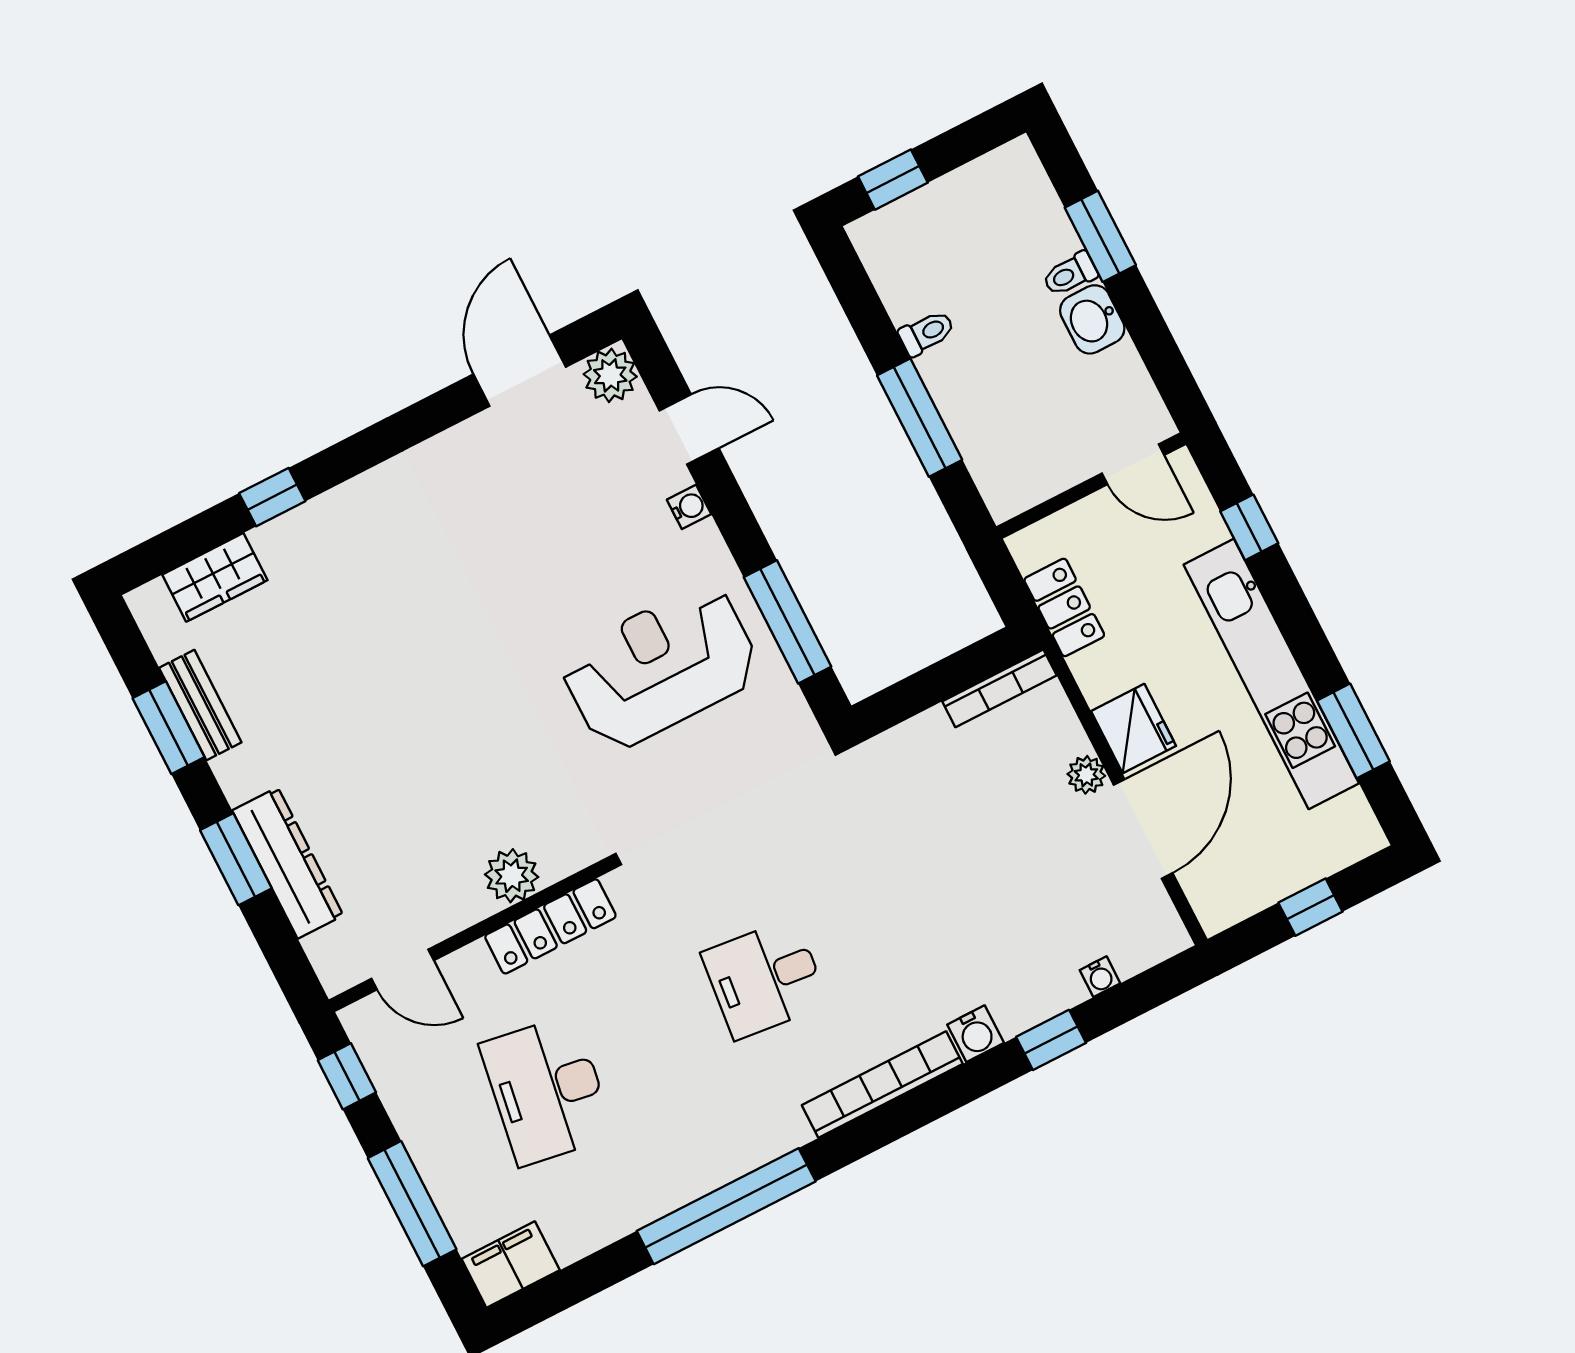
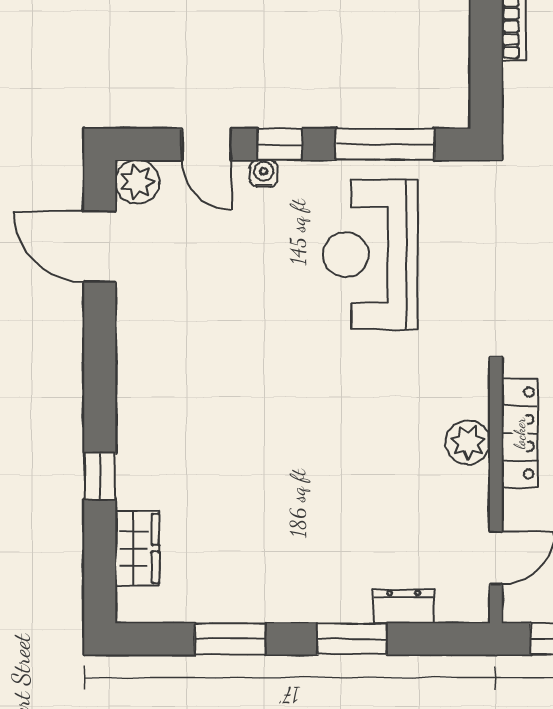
door: (689, 429) -> (207, 144), swing flipped
window: (729, 508) -> (280, 144), added
bench: (200, 705) -> (225, 607), removed
dresser: (288, 863) -> (404, 606), width x0.51, depth x0.80

